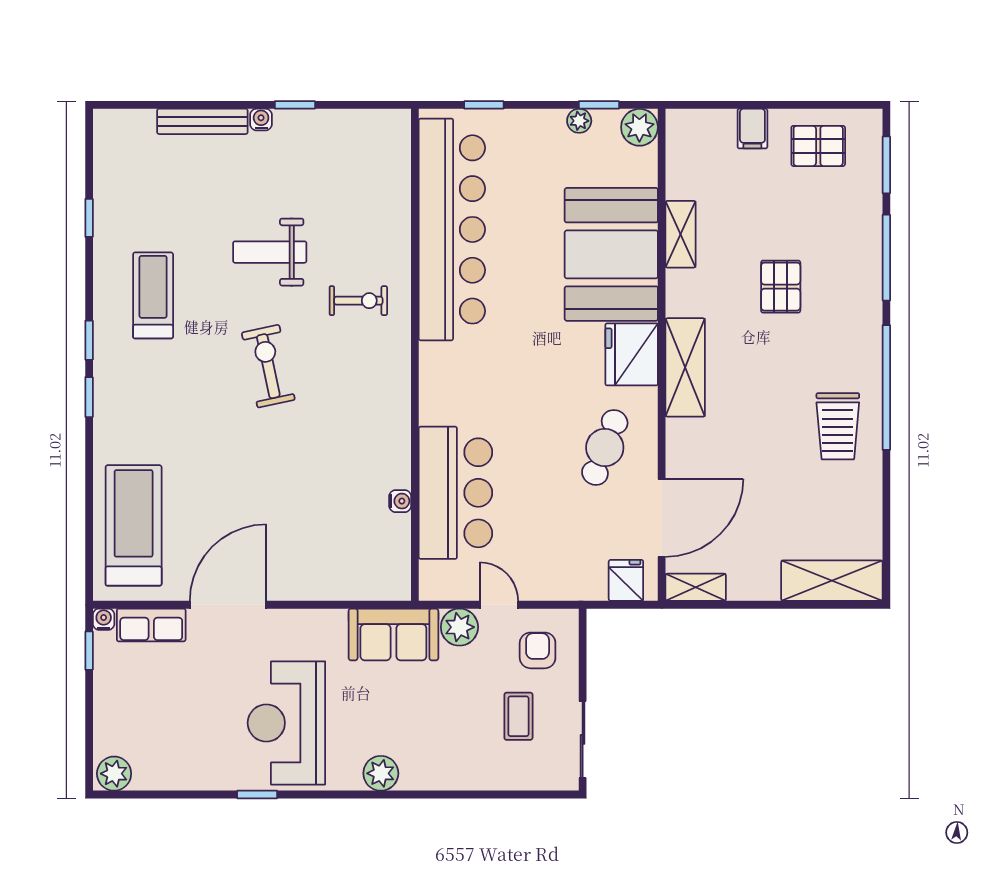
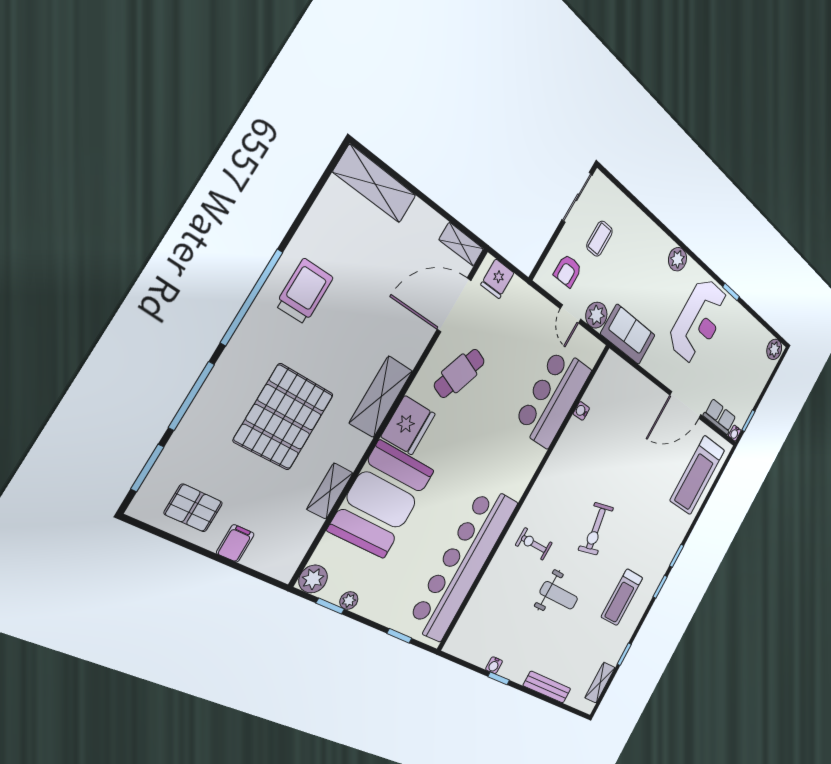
water cooler: (261, 120) -> (494, 665), moved
shelving: (107, 161) -> (600, 683), added
pallet: (781, 287) -> (284, 417), width x2.05, depth x2.00

